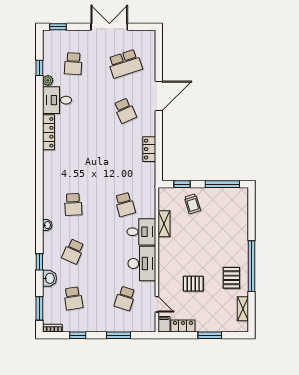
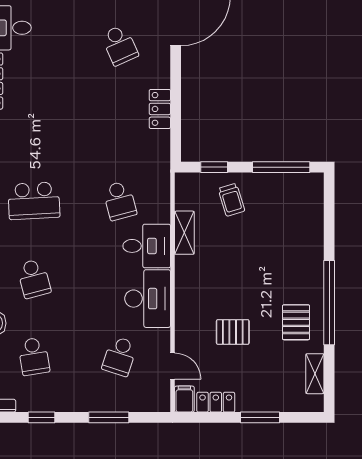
school desk: (73, 204) -> (34, 201), width x1.85
school desk: (73, 251) -> (34, 278), turned -39

